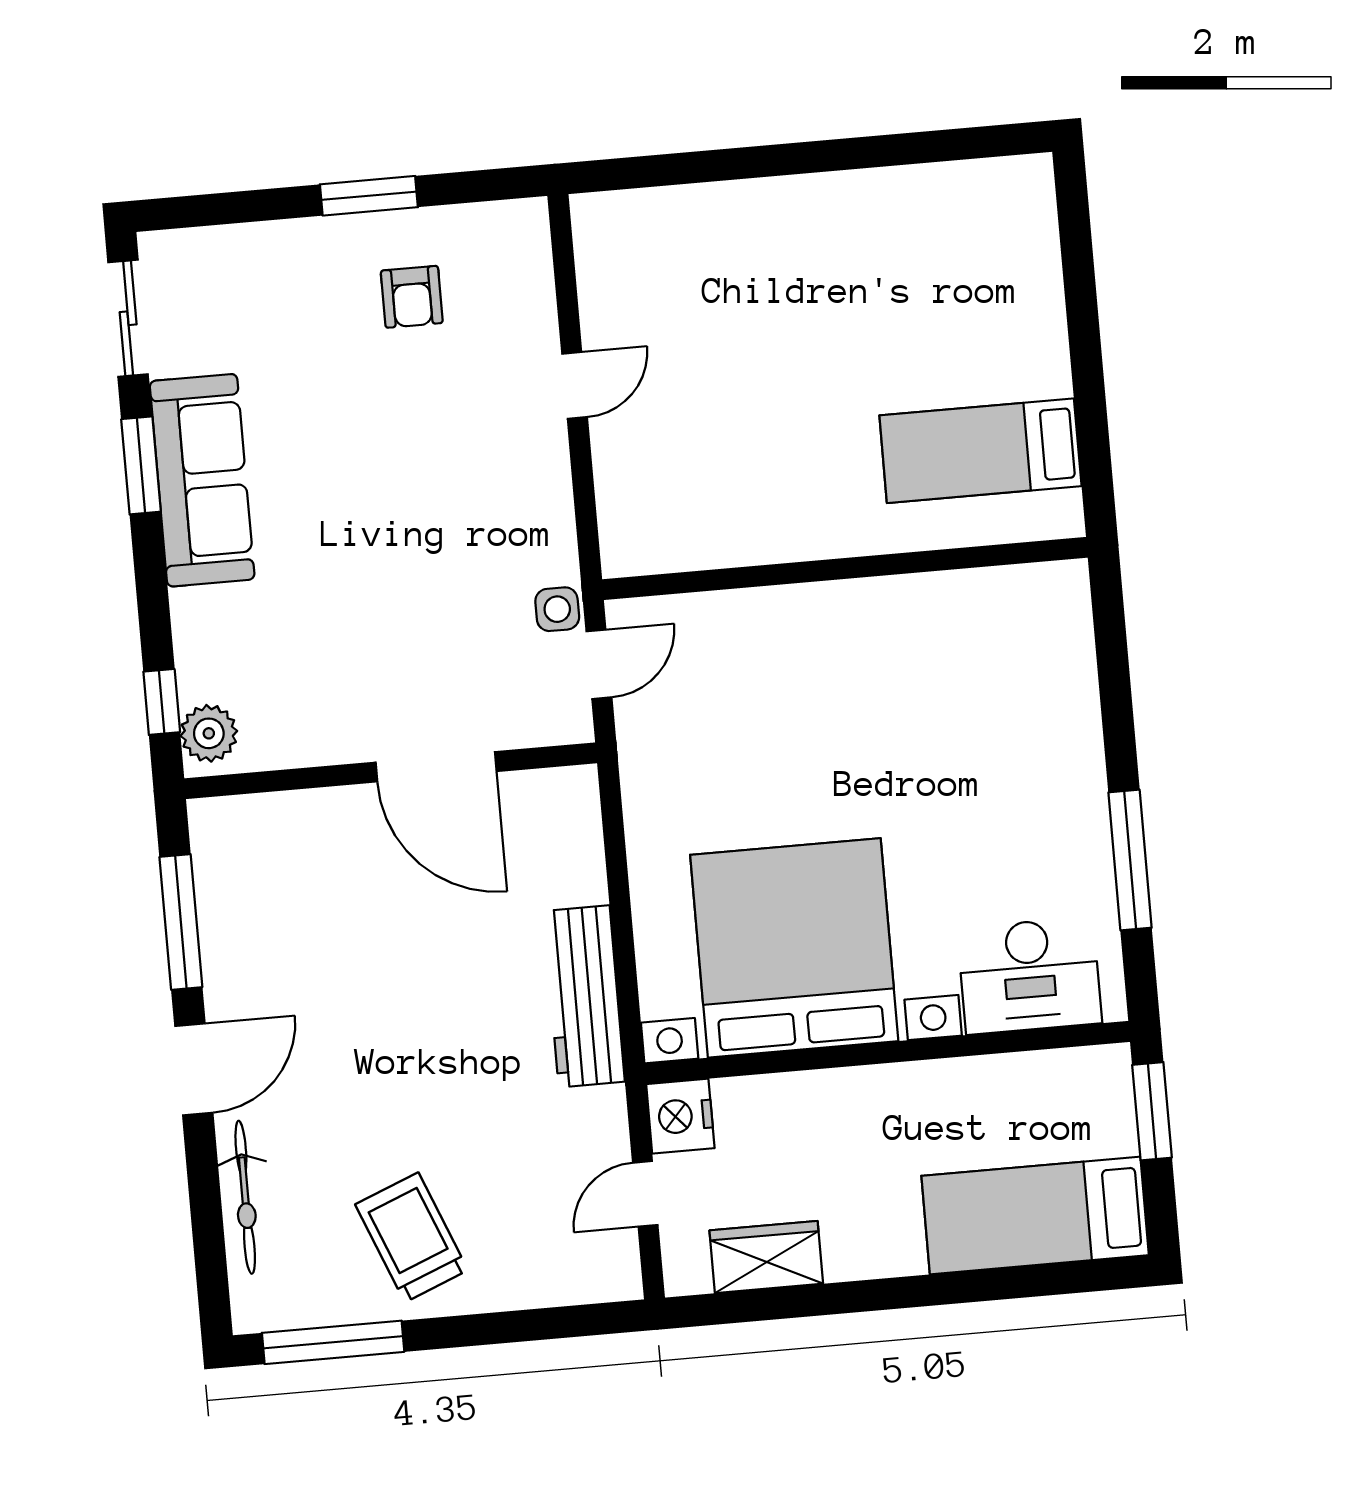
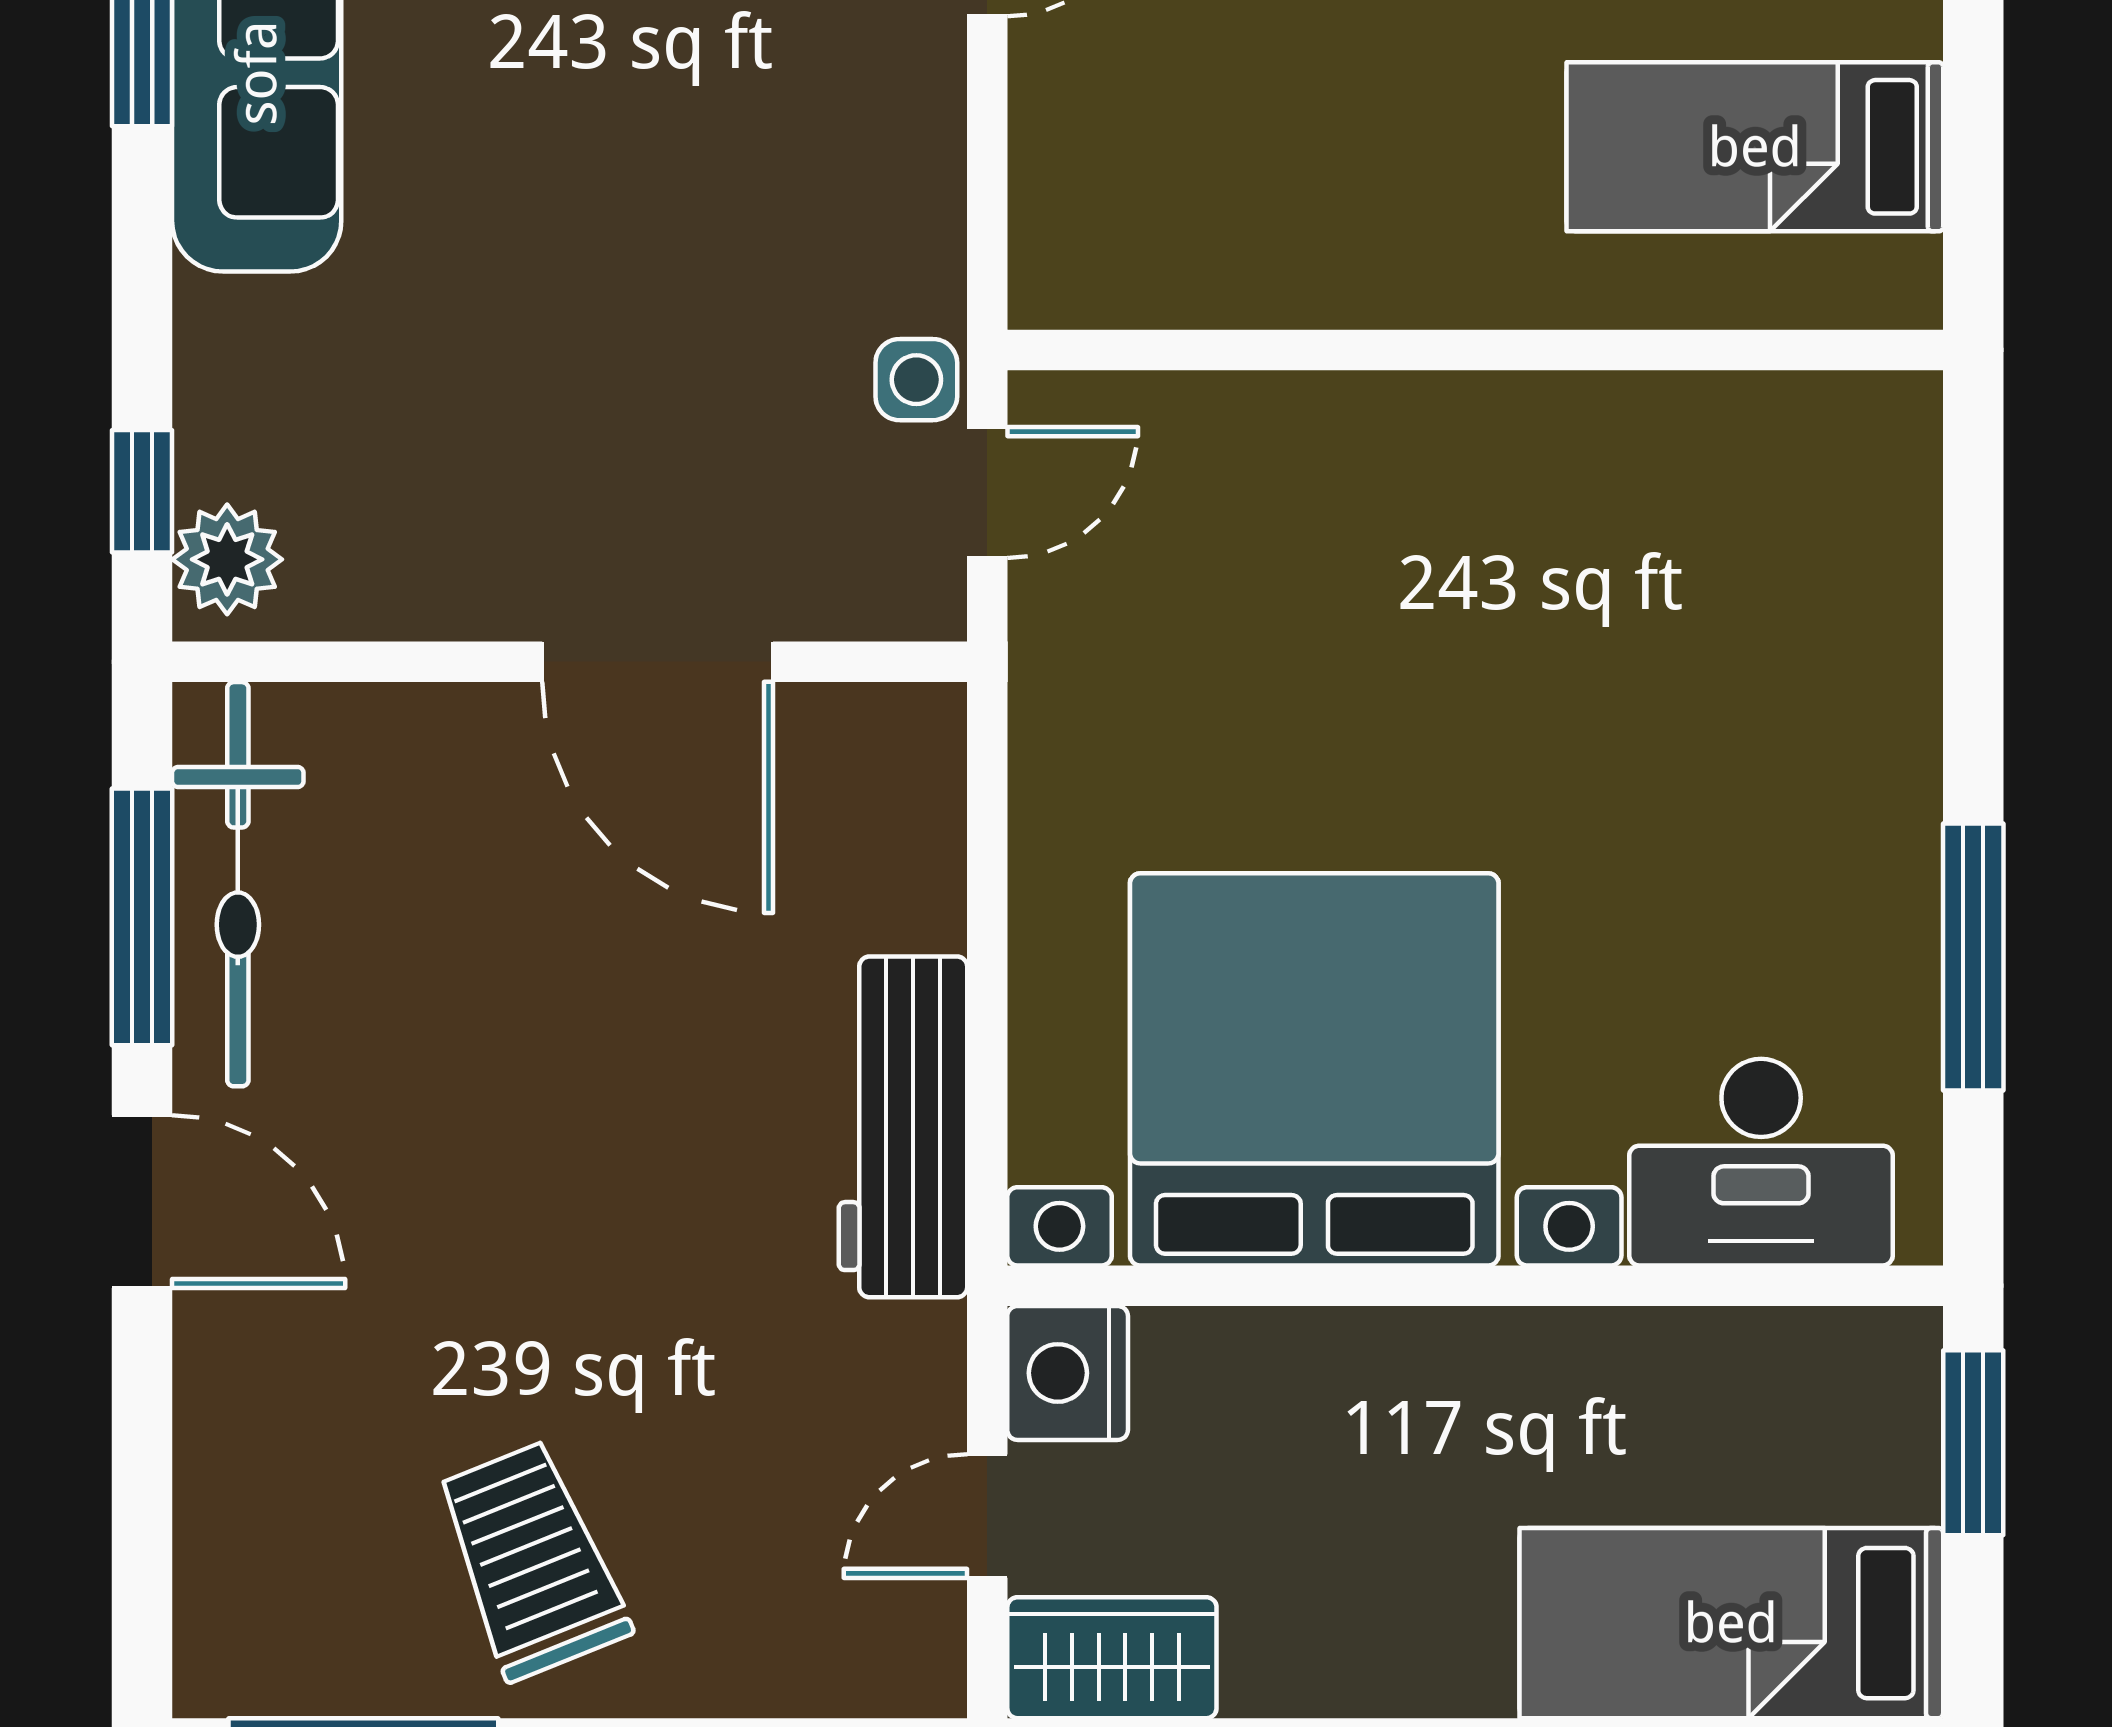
door: (194, 1069) -> (142, 1202), hinge flipped
bicycle: (245, 1197) -> (238, 884), moved, width x1.37, depth x1.40
wardrobe: (766, 1257) -> (1112, 1658), moved

